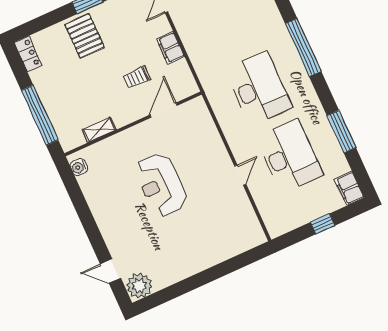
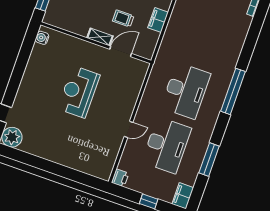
shelving: (99, 130) -> (100, 37), moved
printer: (275, 228) -> (120, 178), added

